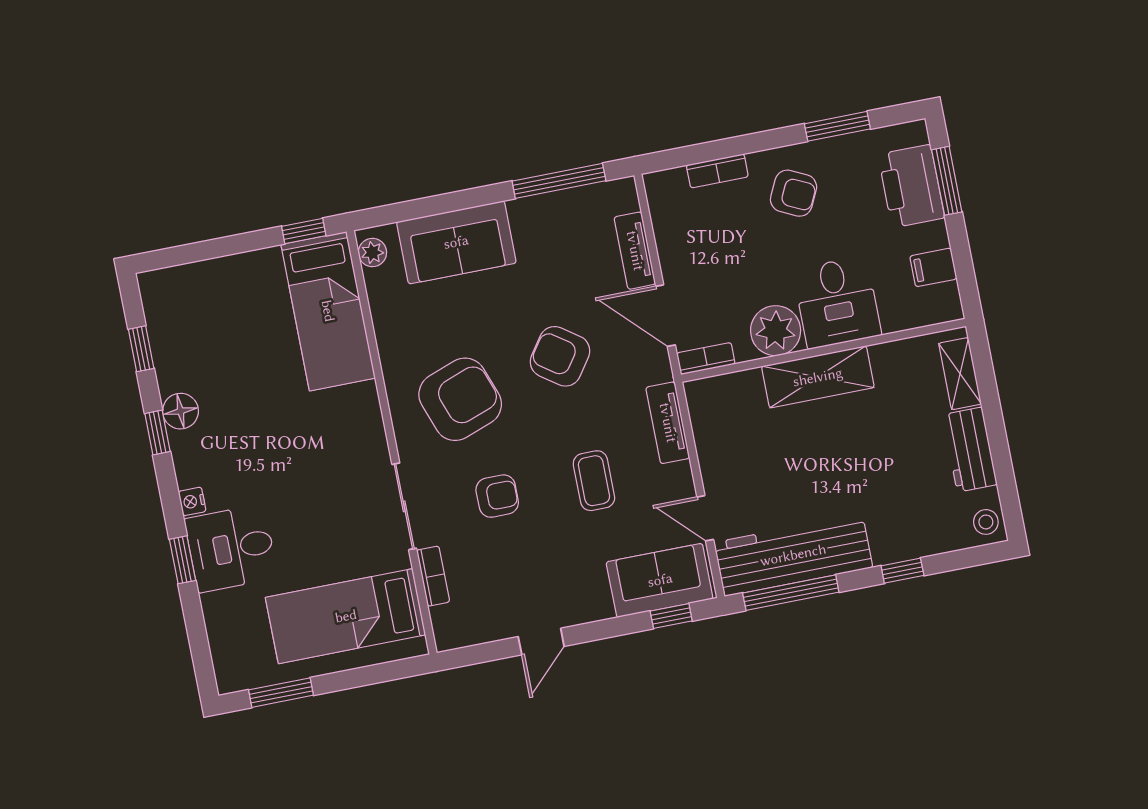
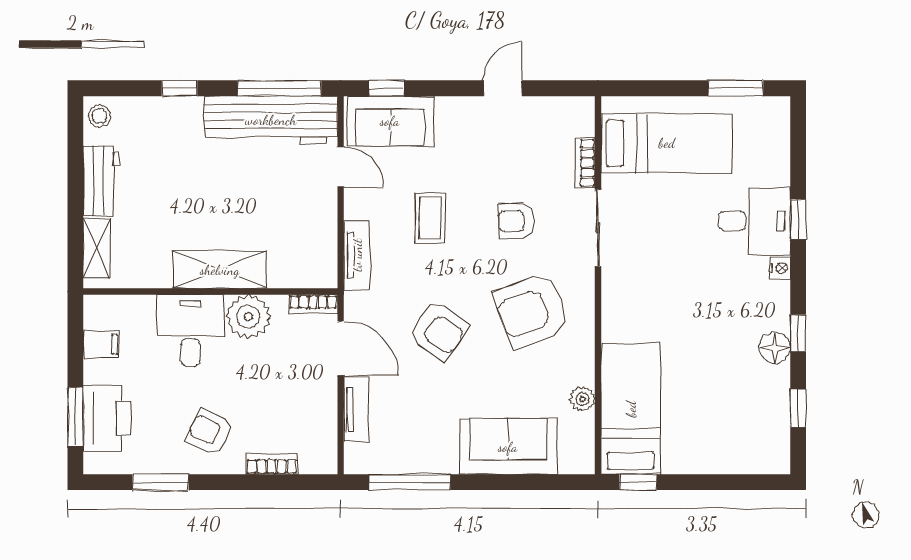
plant: (372, 253) -> (583, 399), moved

